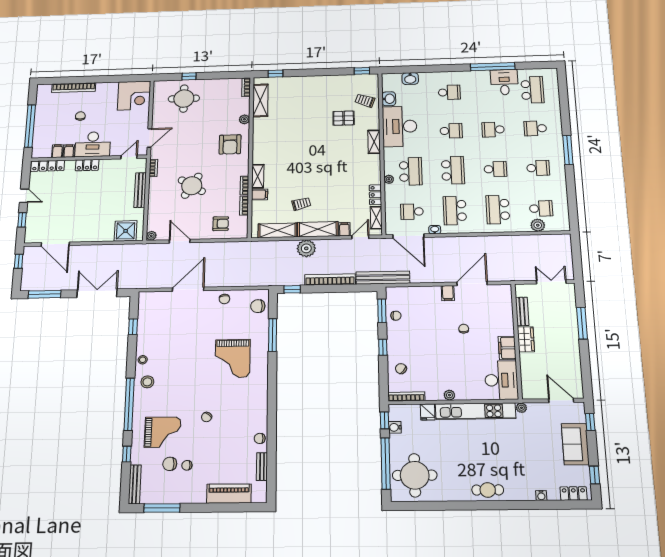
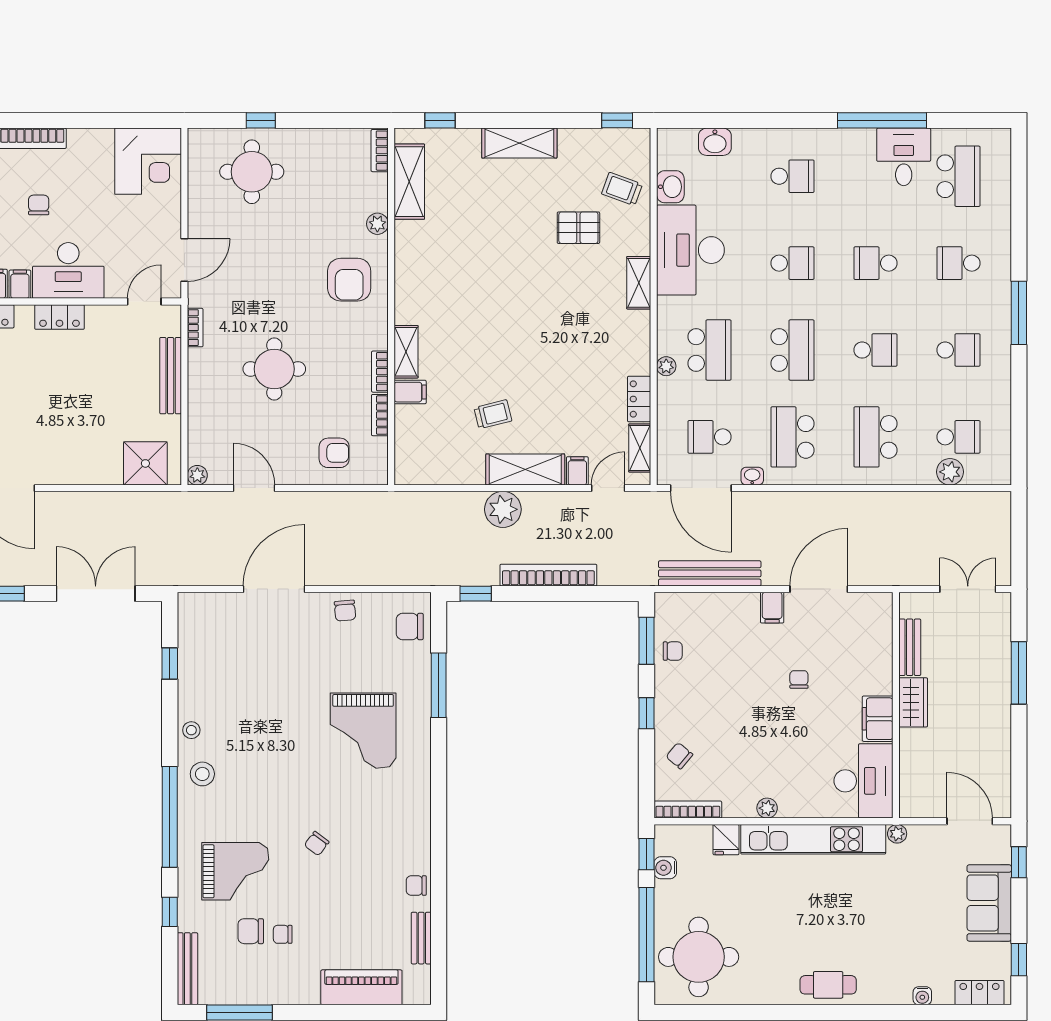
round table: (192, 186) -> (274, 369), turned -32
shelving: (277, 230) -> (519, 143), moved
bench: (383, 278) -> (710, 573), moved

